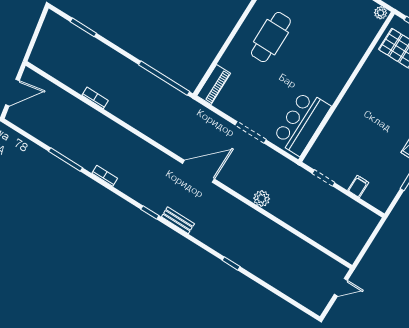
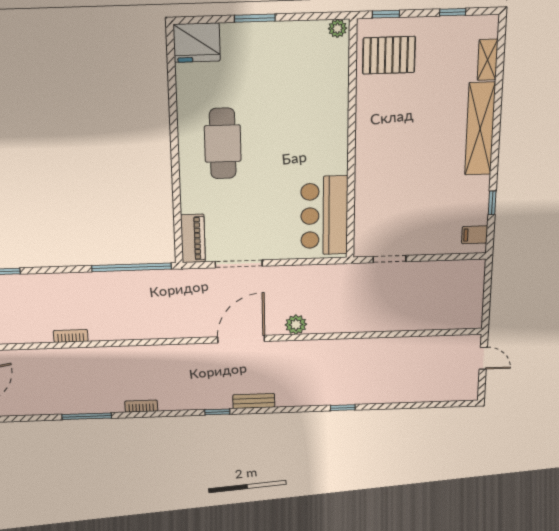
doorway: (251, 132) -> (239, 264), moved
filing cabinet: (358, 186) -> (475, 235), moved, turned -90
plant: (262, 199) -> (296, 325), moved
door: (341, 287) -> (483, 358), hinge flipped

